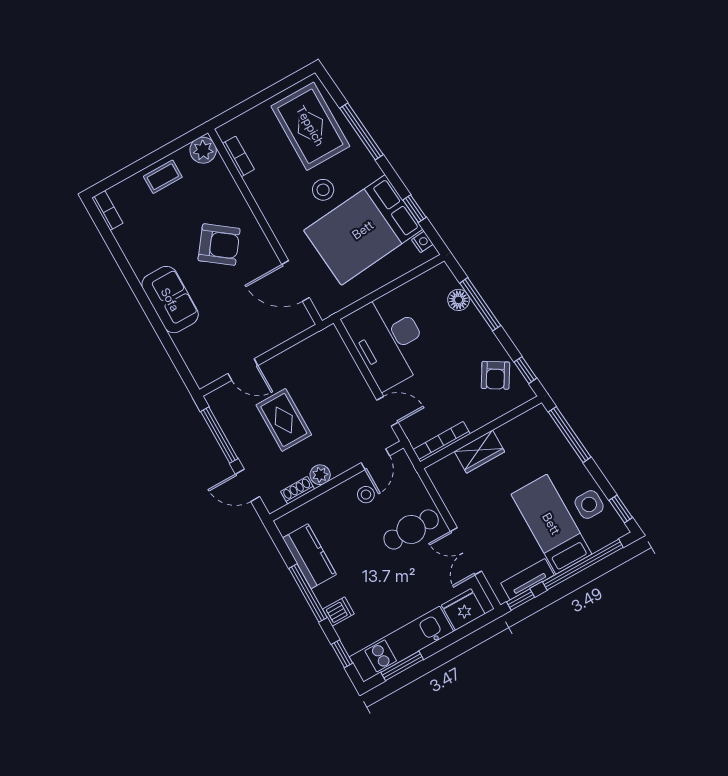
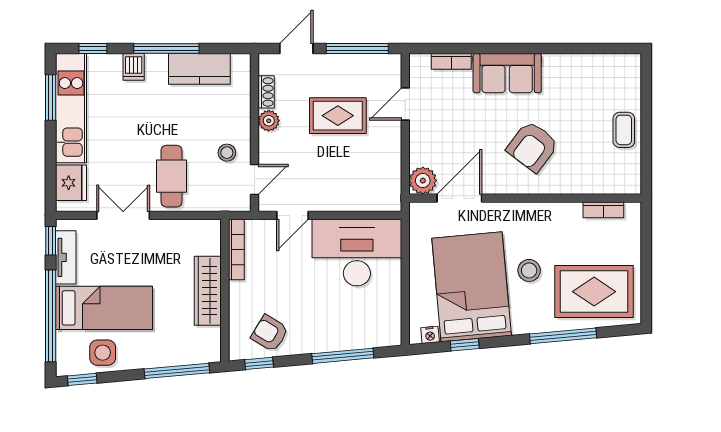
plant: (203, 150) -> (423, 181), moved
bookcase: (107, 210) -> (451, 61), moved
floor lamp: (459, 300) -> (358, 338), removed
wardrobe: (479, 452) -> (208, 291), width x1.50
door: (375, 459) -> (255, 180), swing flipped

